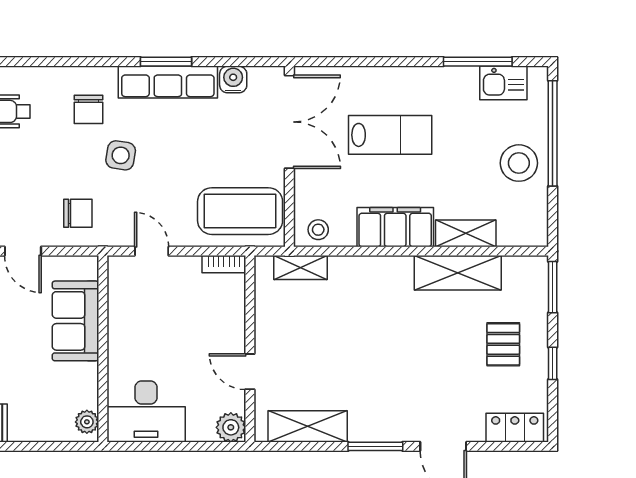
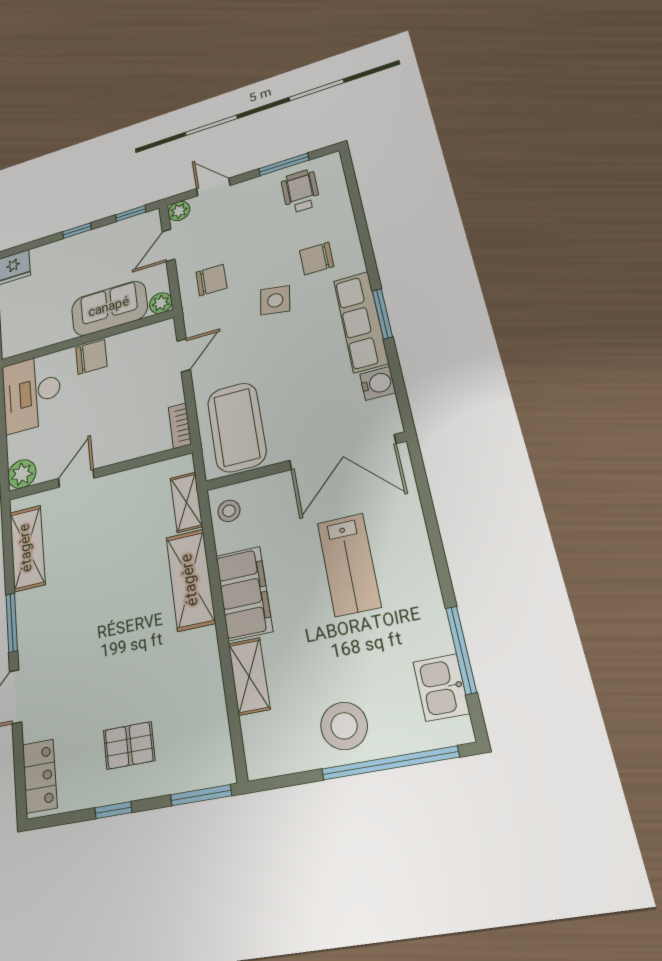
chair: (78, 213) -> (211, 280), turned -90
shelving: (458, 273) -> (191, 580), moved
chair: (125, 345) -> (91, 357), added
plant: (87, 422) -> (161, 303), moved

